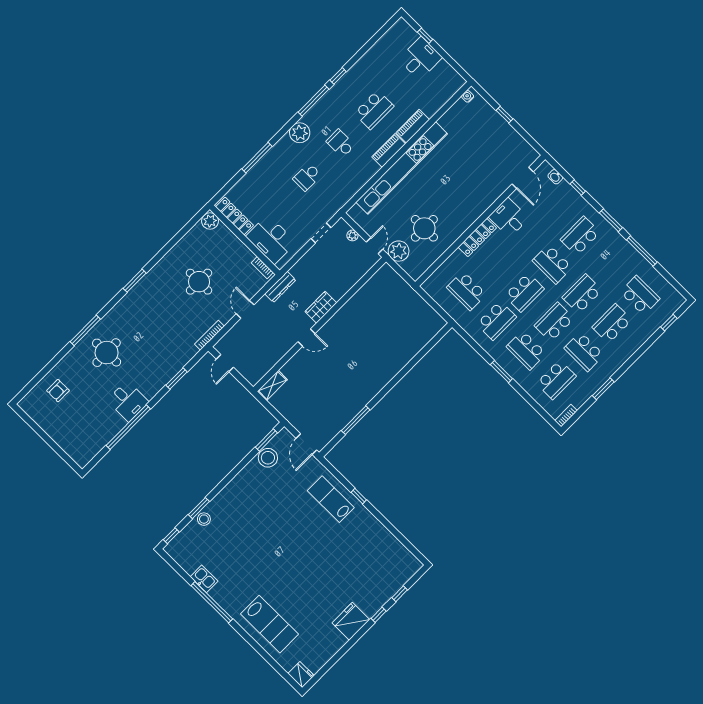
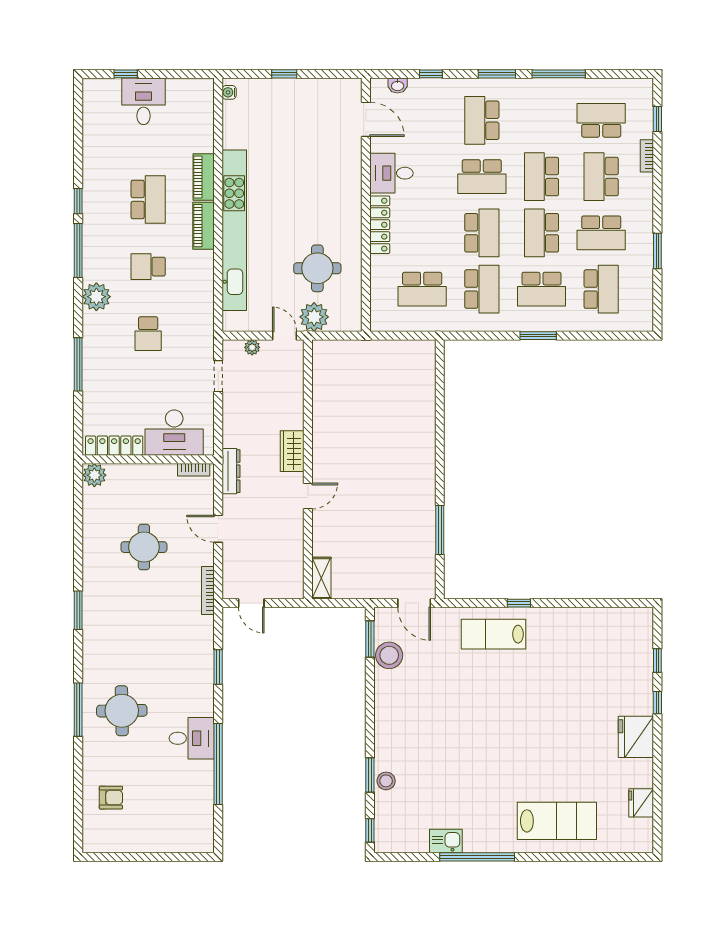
armchair: (58, 391) -> (111, 798), turned -90
bookcase: (566, 416) -> (647, 156), moved
fridge: (301, 675) -> (641, 803), moved, turned -90

